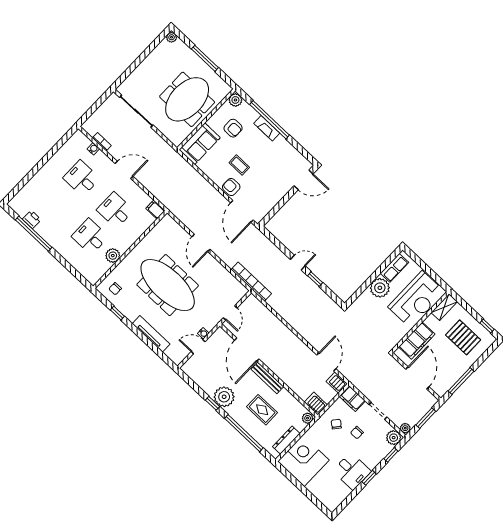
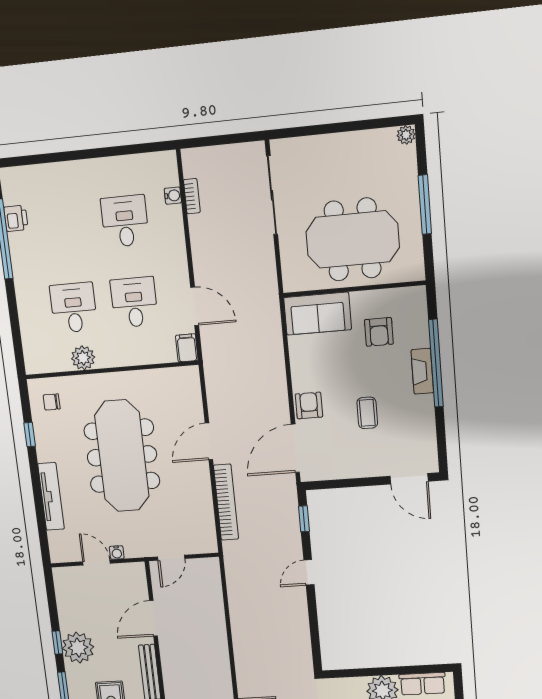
plant: (235, 100) -> (415, 298), removed
coffee table: (239, 165) -> (367, 413), moved
door: (124, 170) -> (195, 306), moved
door: (298, 263) -> (309, 573), swing flipped
window: (315, 279) -> (304, 519), moved
bookcase: (251, 282) -> (226, 502), moved
door: (247, 350) -> (153, 618), width x0.73

